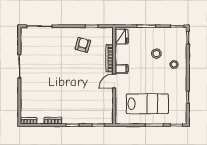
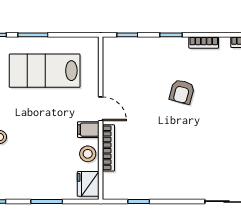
armchair: (83, 45) -> (182, 92), moved
stool: (156, 54) -> (88, 154), moved
door: (114, 81) -> (101, 109), hinge flipped

